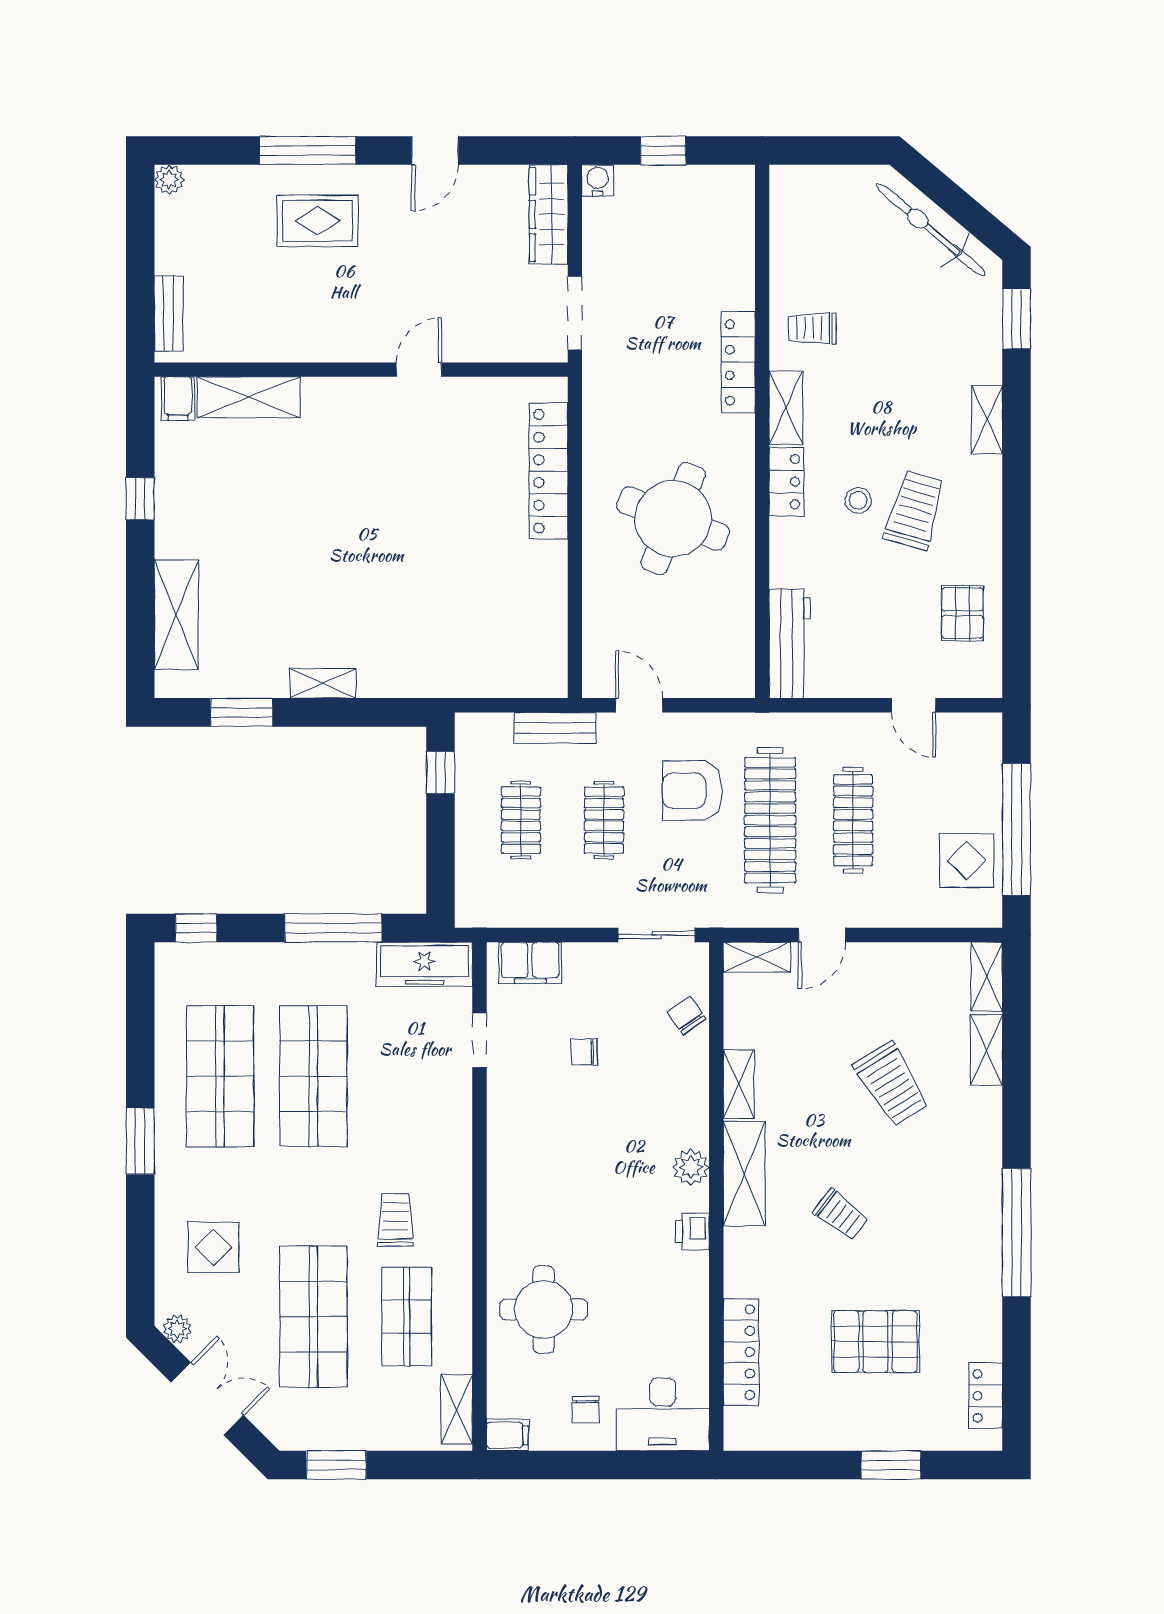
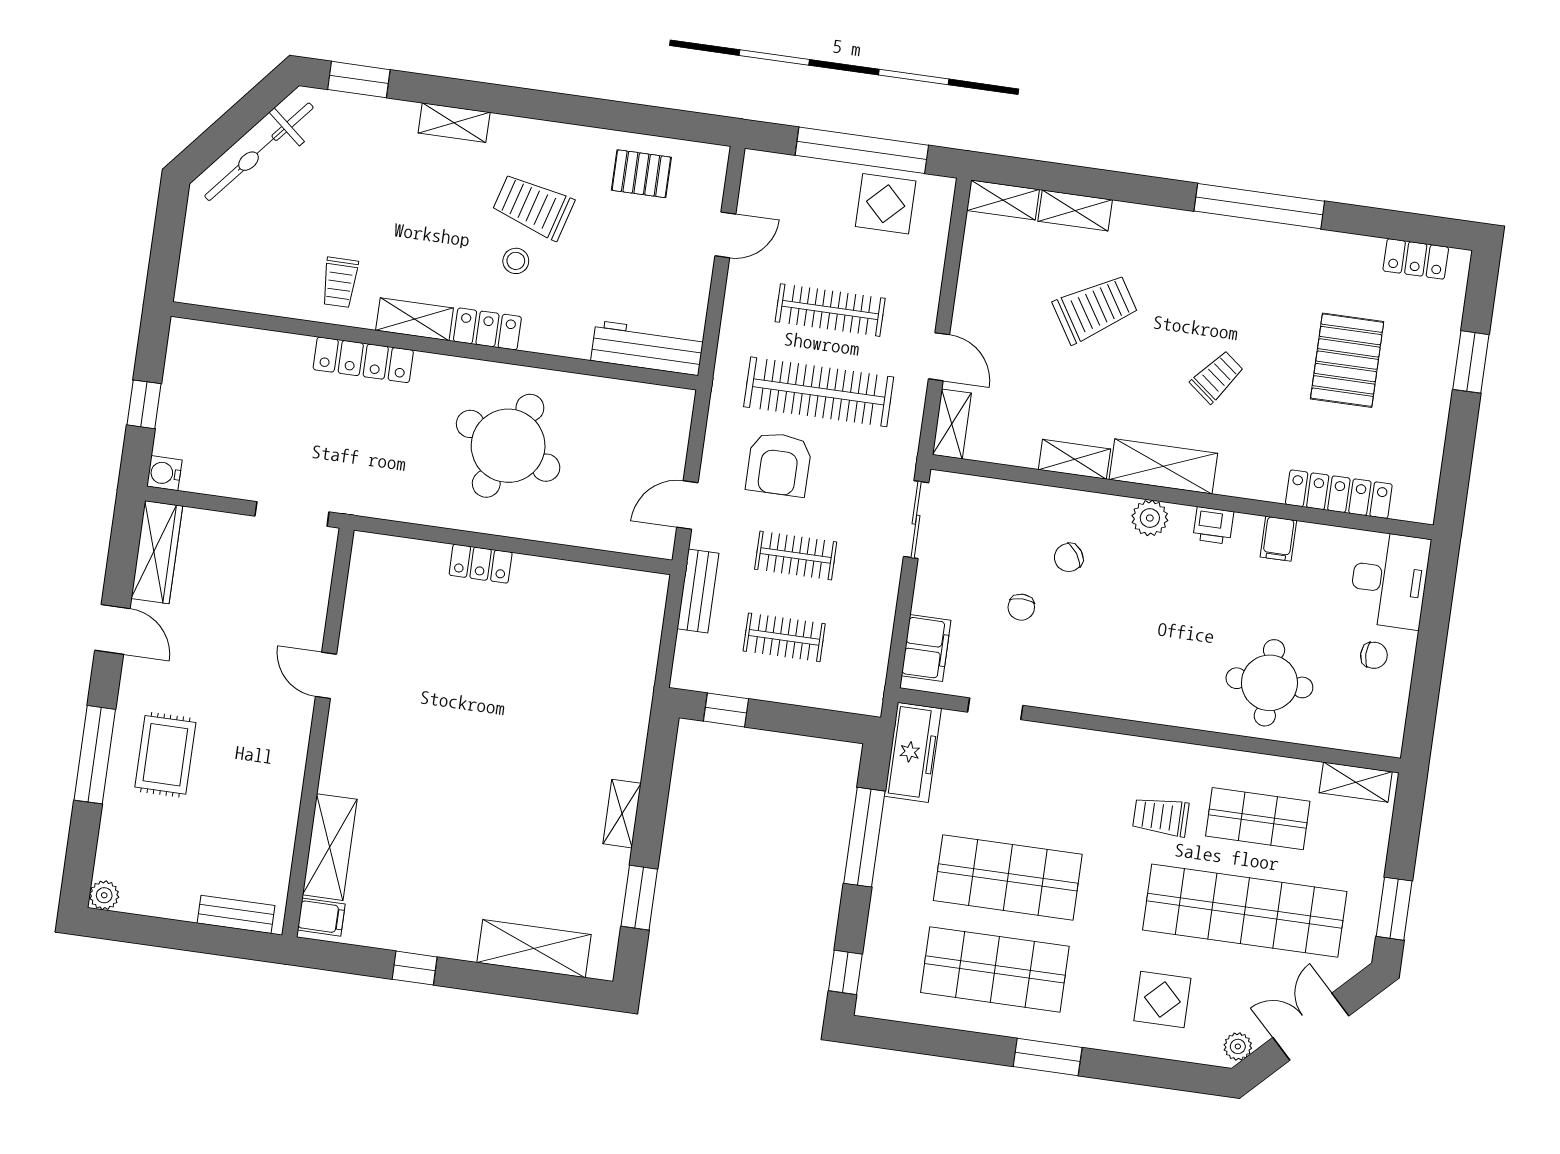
wardrobe: (549, 214) -> (157, 552), moved, turned -90
locker: (548, 471) -> (481, 564), width x0.46, depth x0.83
chair: (686, 1015) -> (1069, 558), moved
shop shelf: (313, 1317) -> (1245, 911), width x1.40
filing cabinet: (507, 1435) -> (1278, 539), moved, turned 180

